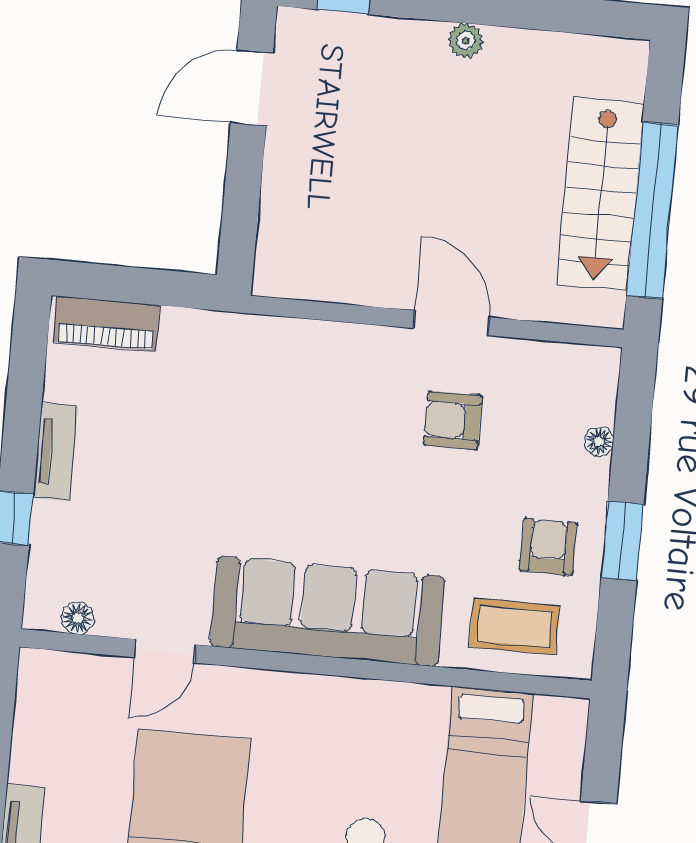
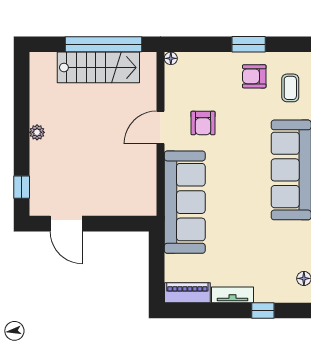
piano: (106, 324) -> (187, 293), moved, turned -90
sofa: (276, 362) -> (185, 202), added
floor lamp: (599, 441) -> (171, 58), moved
coffee table: (514, 626) -> (290, 88), width x0.73, depth x0.77

